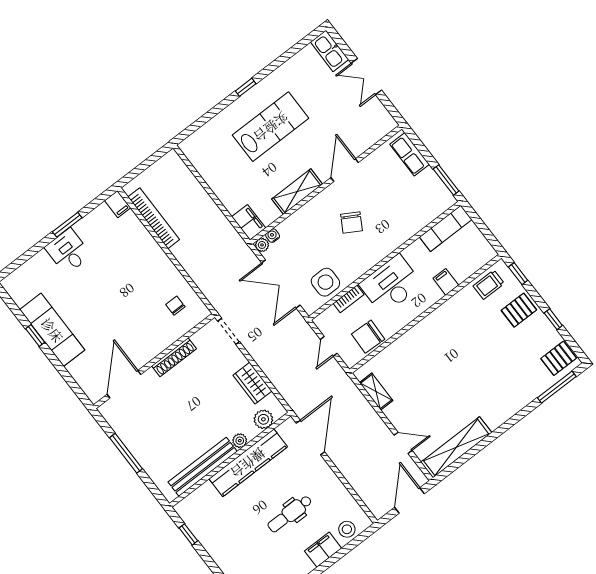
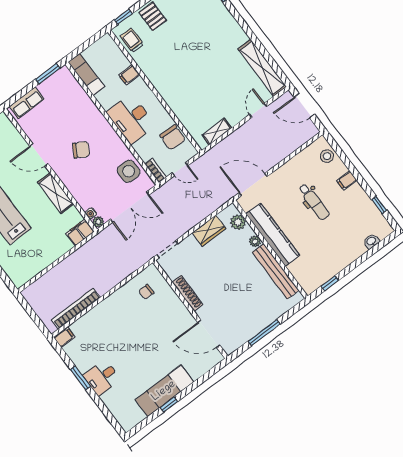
trolley: (489, 285) -> (132, 40), turned 180
bookcase: (349, 299) -> (156, 170), moved
filing cabinet: (323, 550) -> (347, 180), width x0.50

